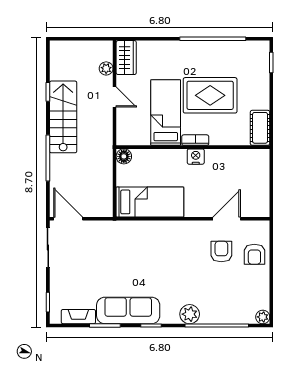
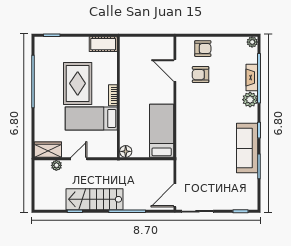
nightstand: (196, 157) -> (126, 95), removed
fireplace: (78, 317) -> (252, 78), moved

